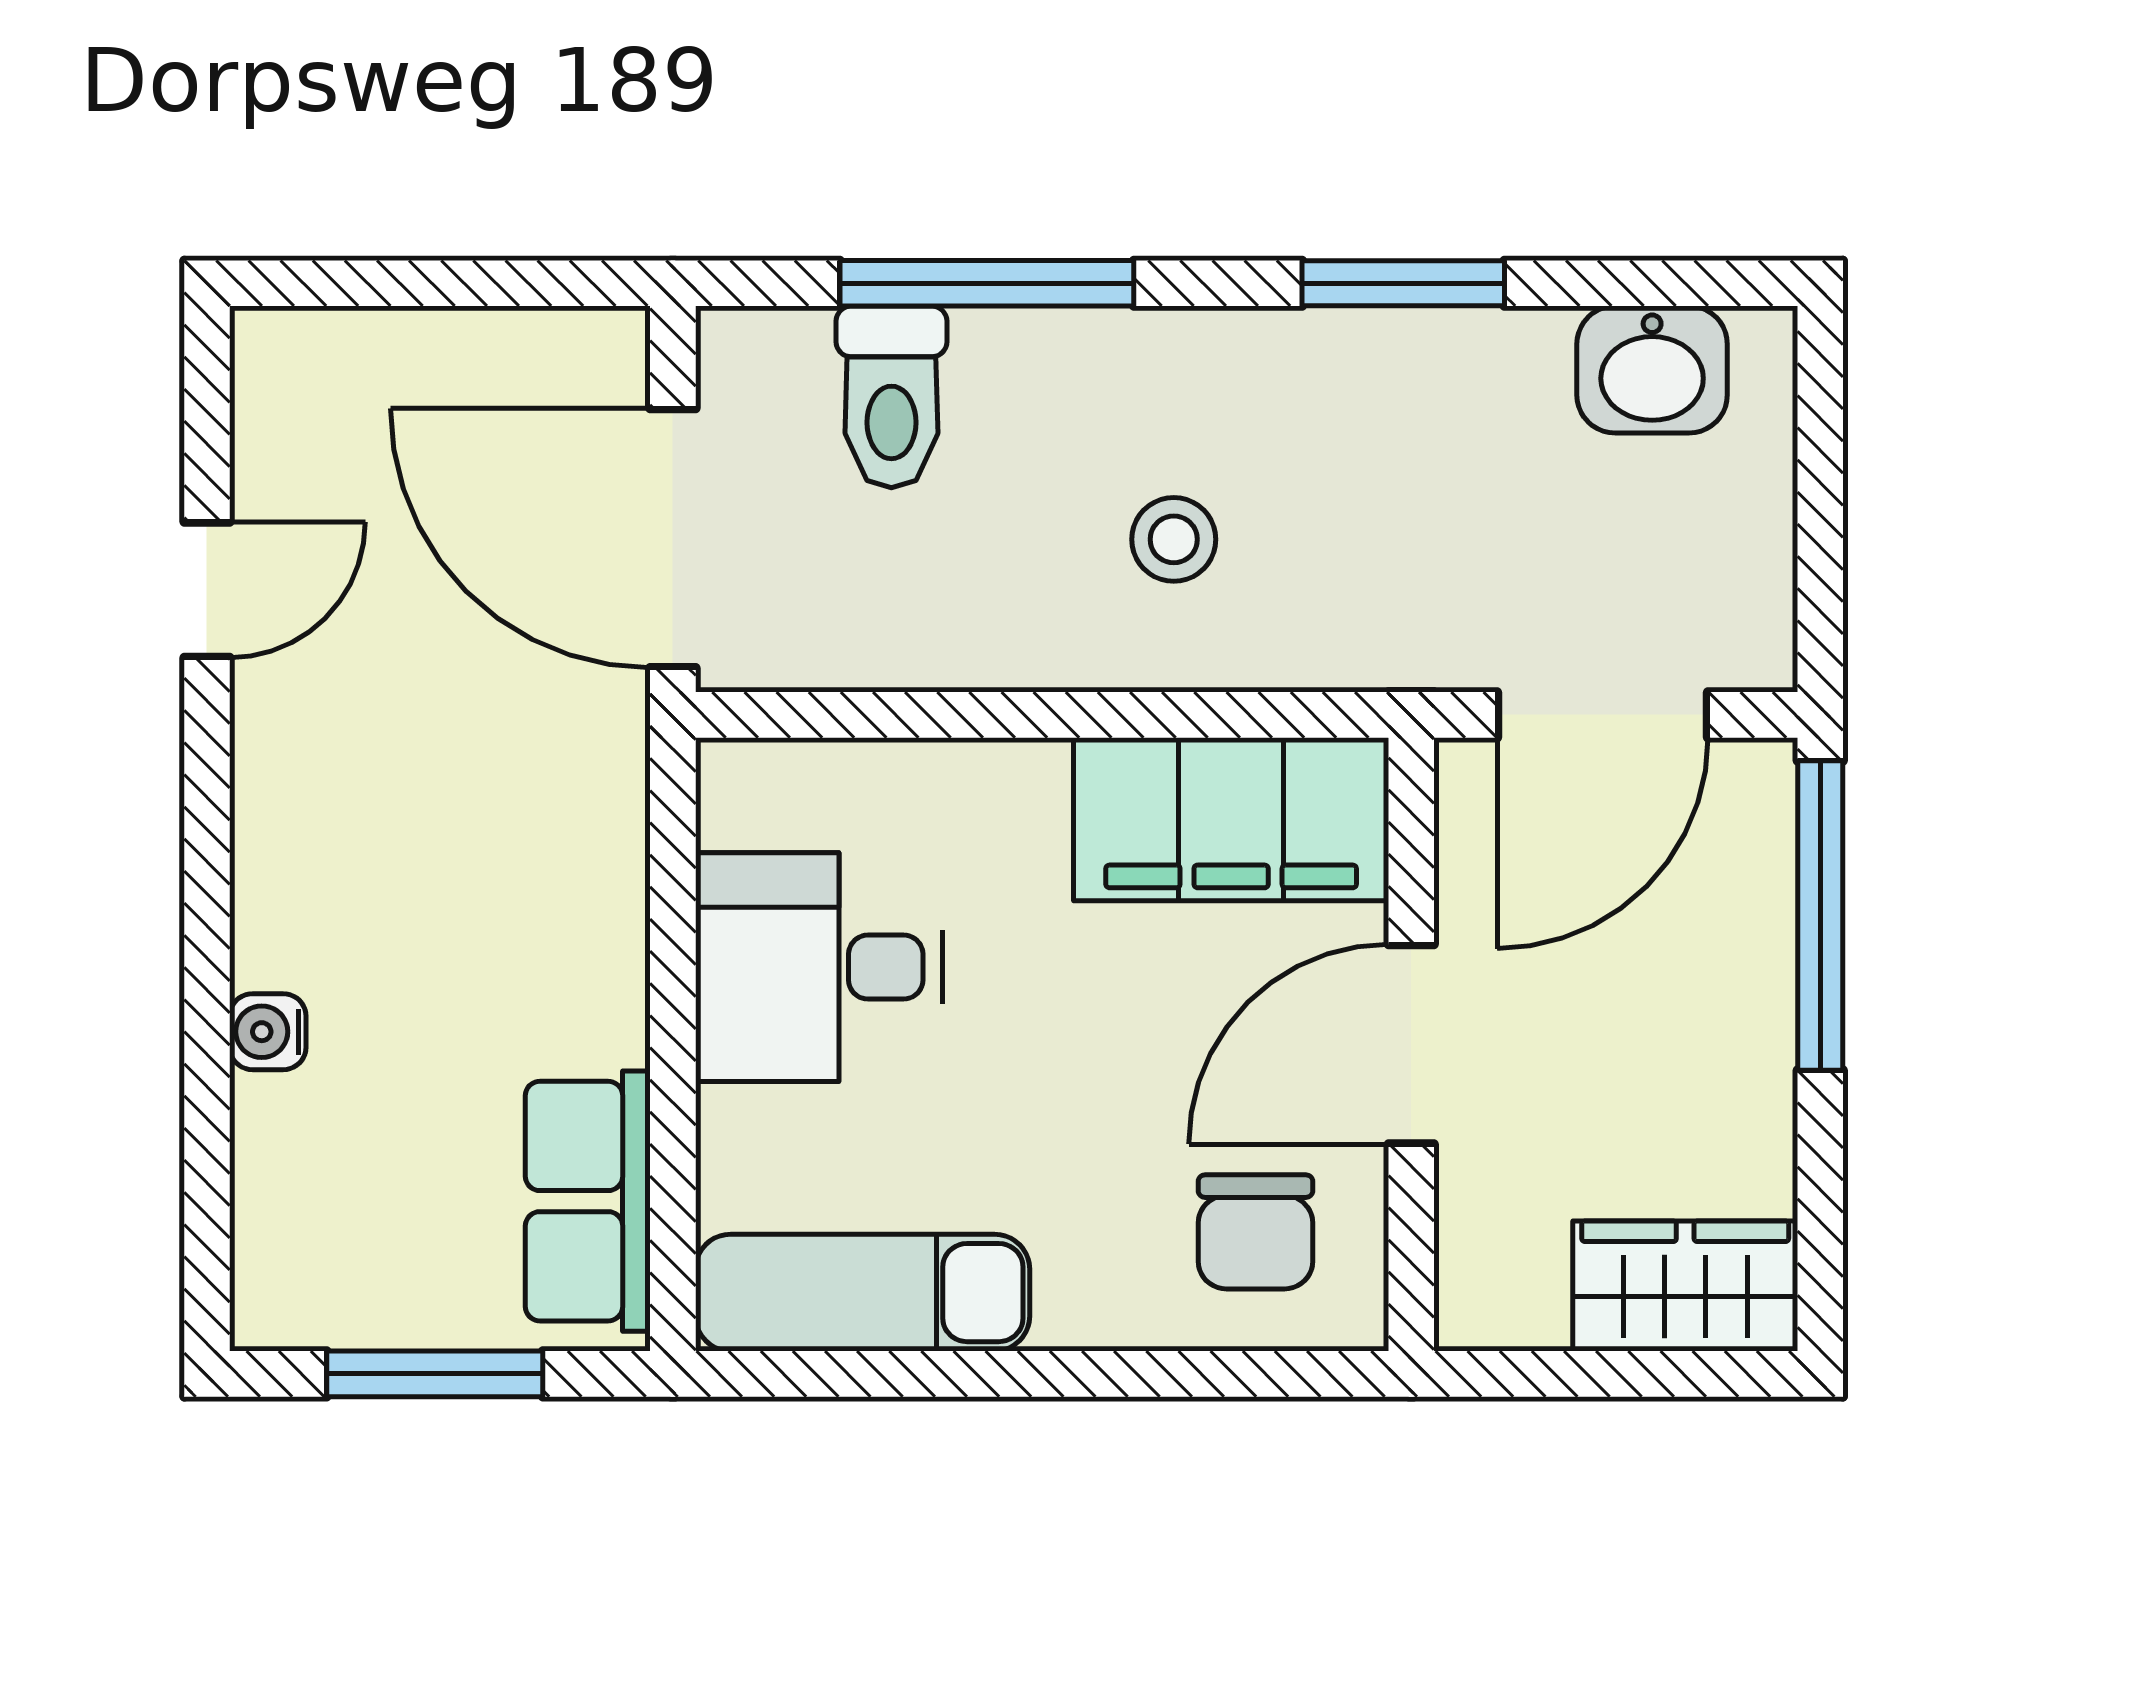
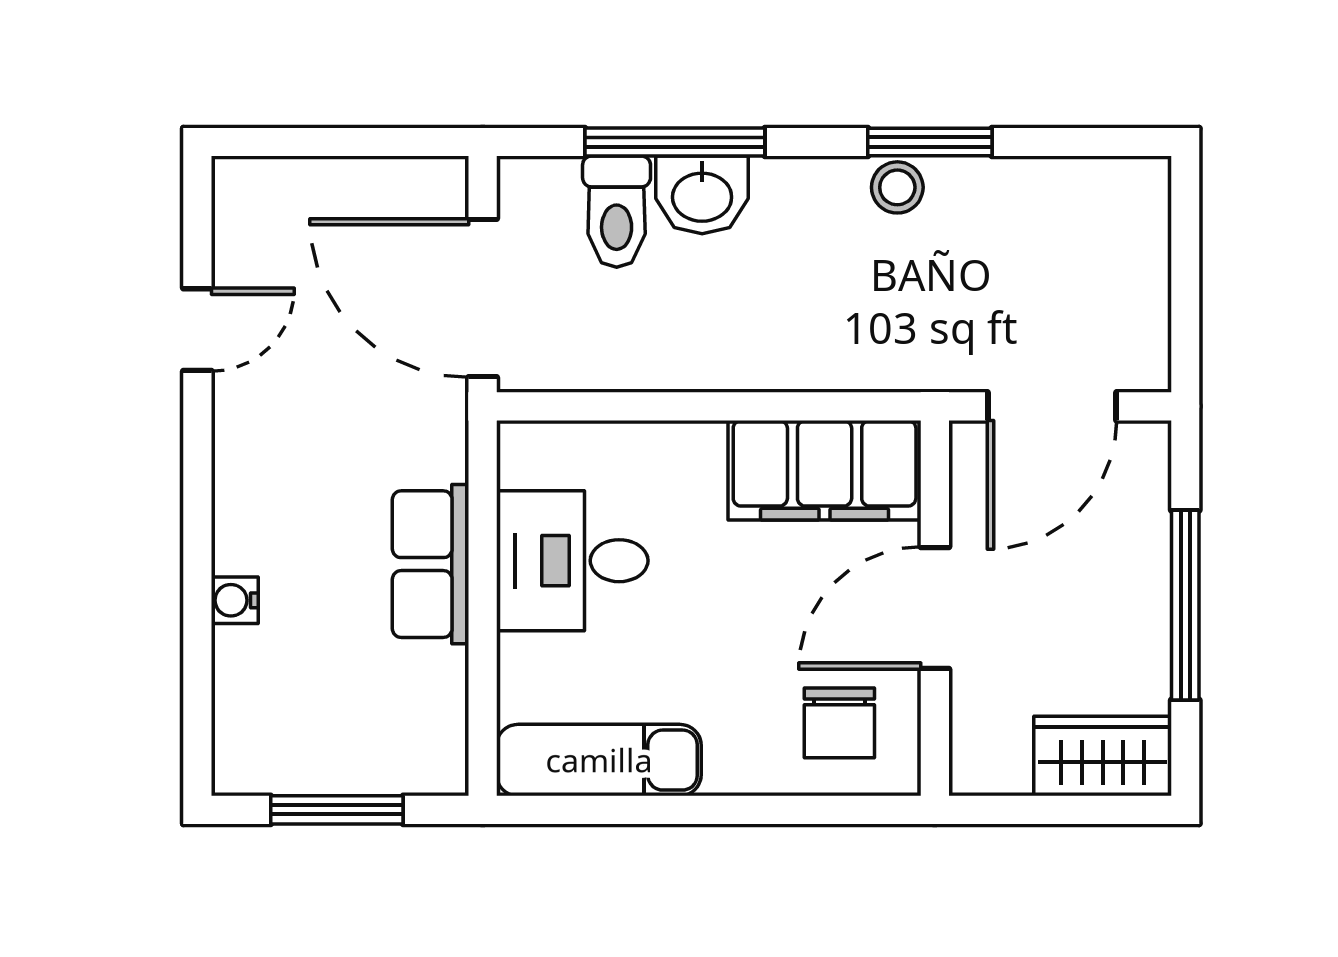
washbasin: (1652, 370) -> (702, 195), moved
stool: (1174, 539) -> (897, 187), moved
window: (1820, 916) -> (1185, 605), moved
row of seats: (588, 1201) -> (431, 564), moved

